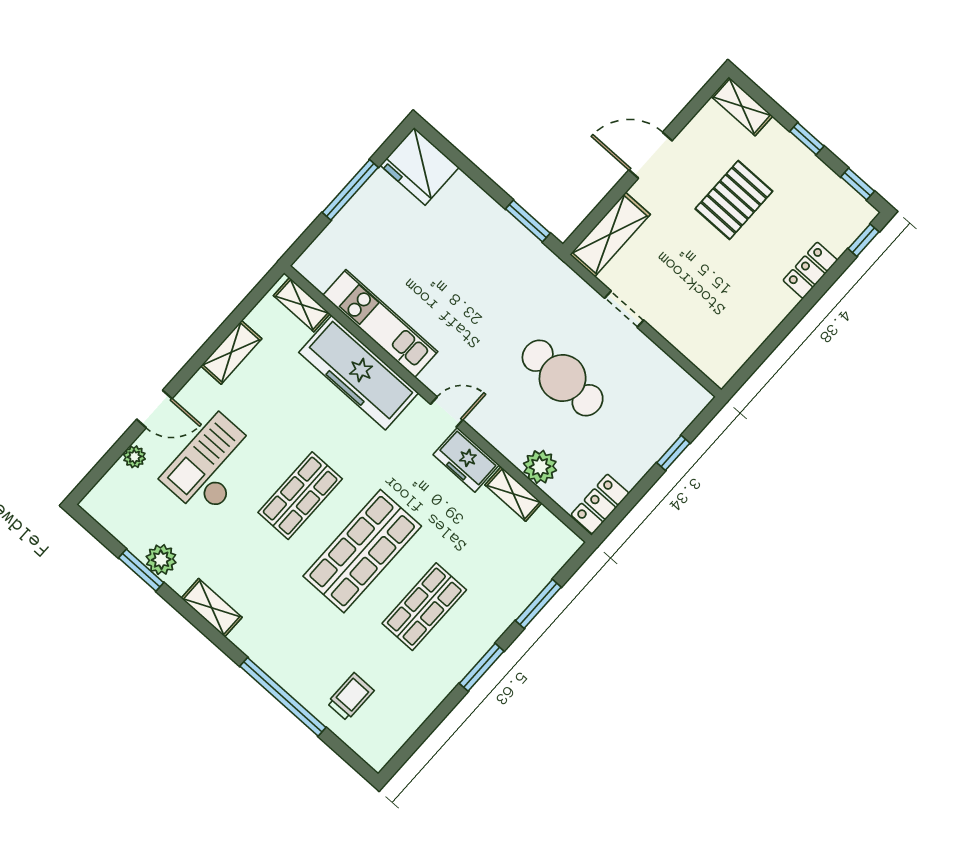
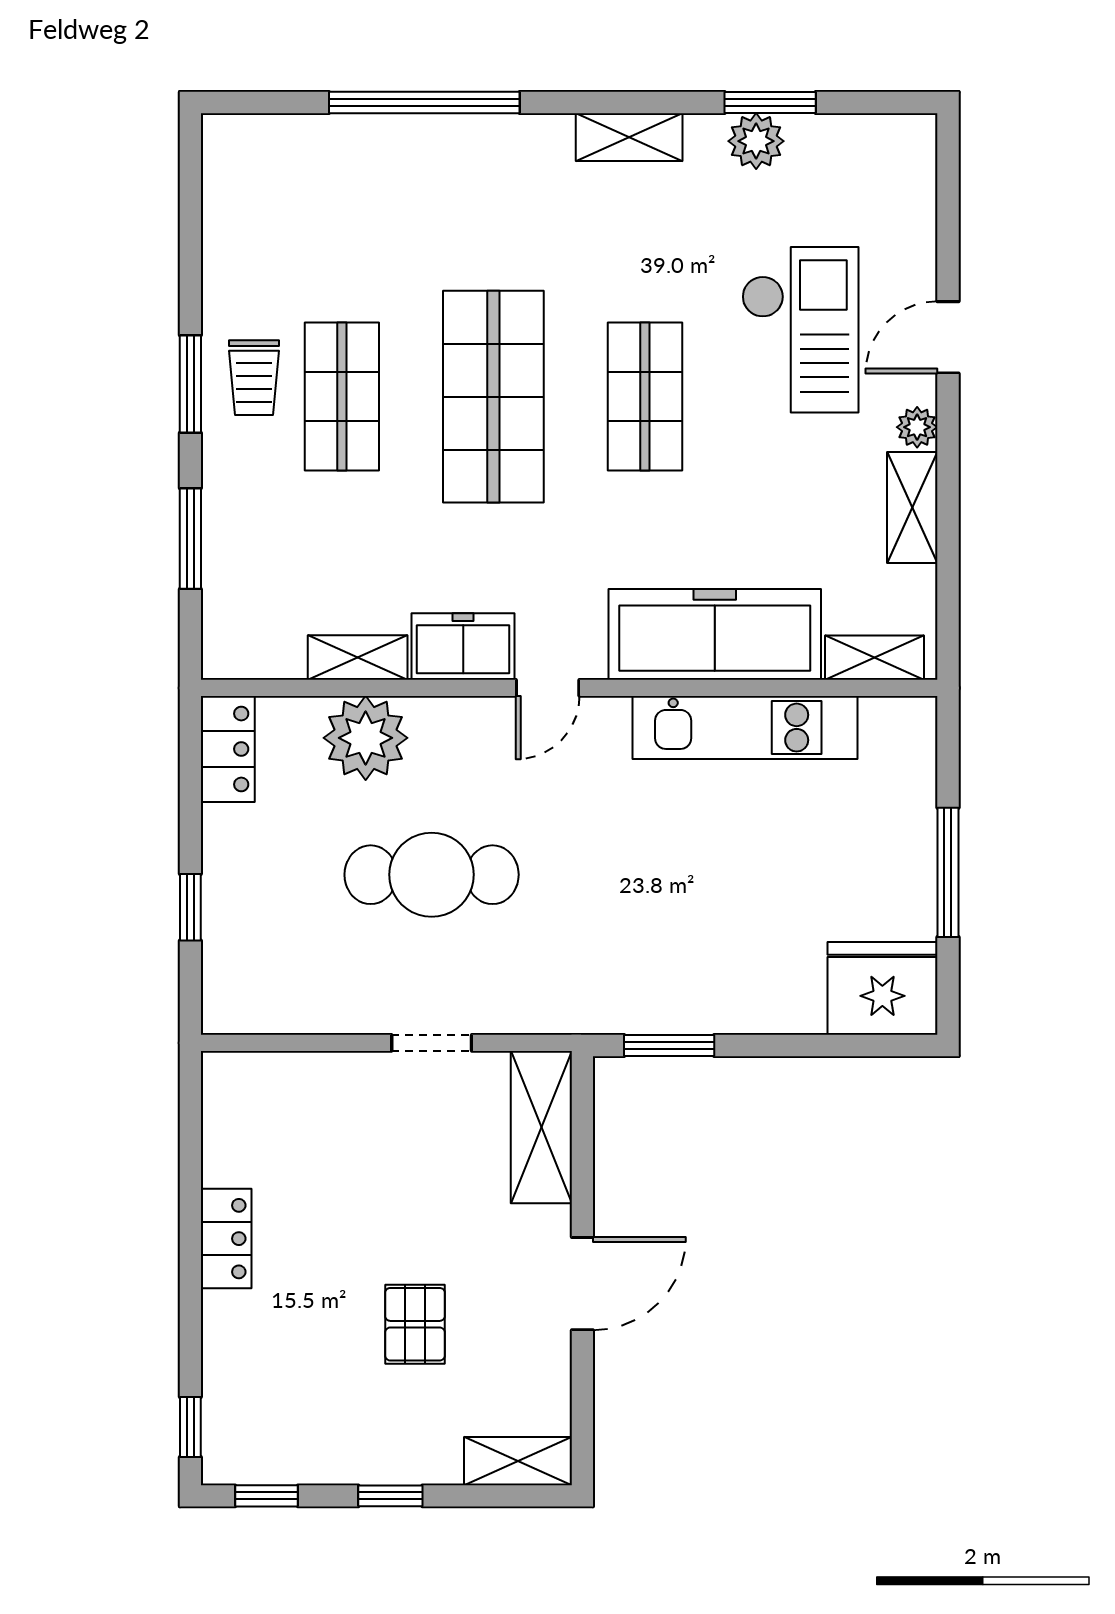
pallet: (734, 200) -> (415, 1324), width x0.67, depth x0.71
locker: (810, 270) -> (226, 1239), moved
plant: (134, 457) -> (917, 427), moved
plant: (540, 467) -> (366, 738), width x1.36, depth x1.36
trolley: (351, 697) -> (254, 378), moved

